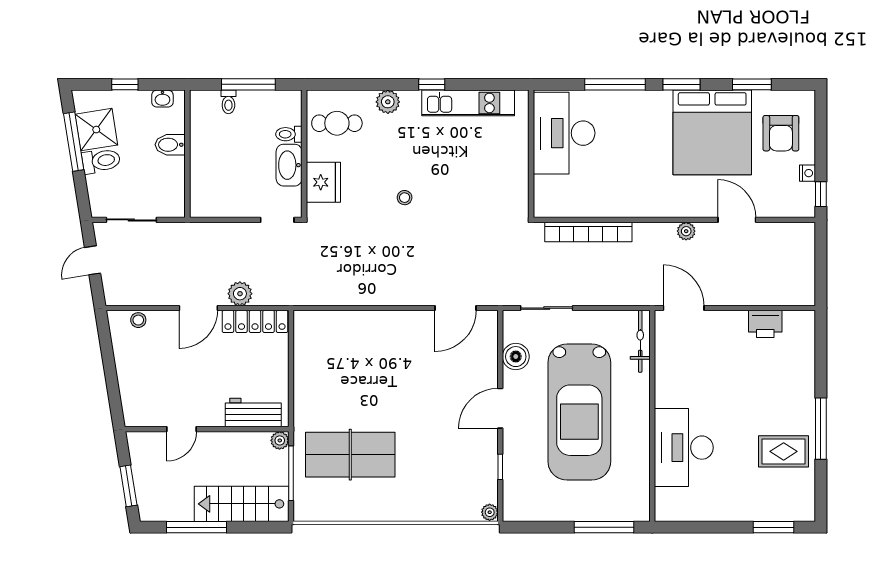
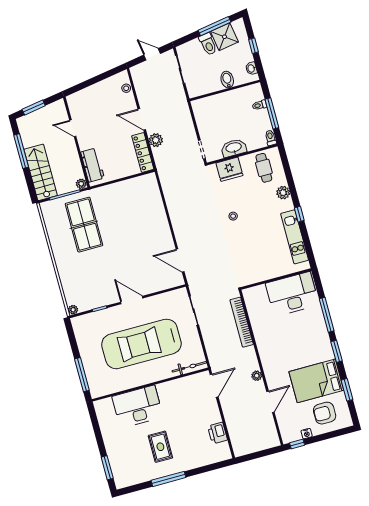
bed: (712, 132) -> (316, 381), width x0.73
toilet: (289, 134) -> (271, 138), moved
boiler: (516, 357) -> (162, 301), removed
rug: (784, 451) -> (160, 447), moved

